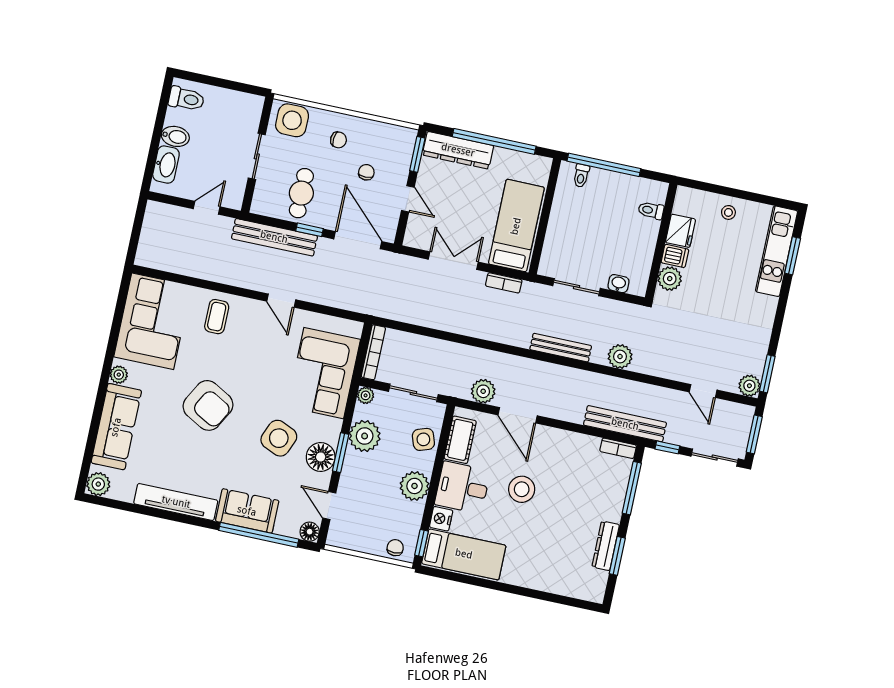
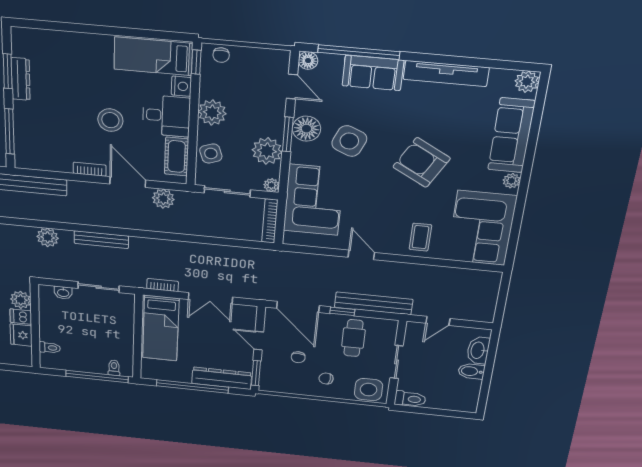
toilet: (186, 99) -> (410, 399), moved, turned 180
bookcase: (618, 448) -> (90, 169), moved

